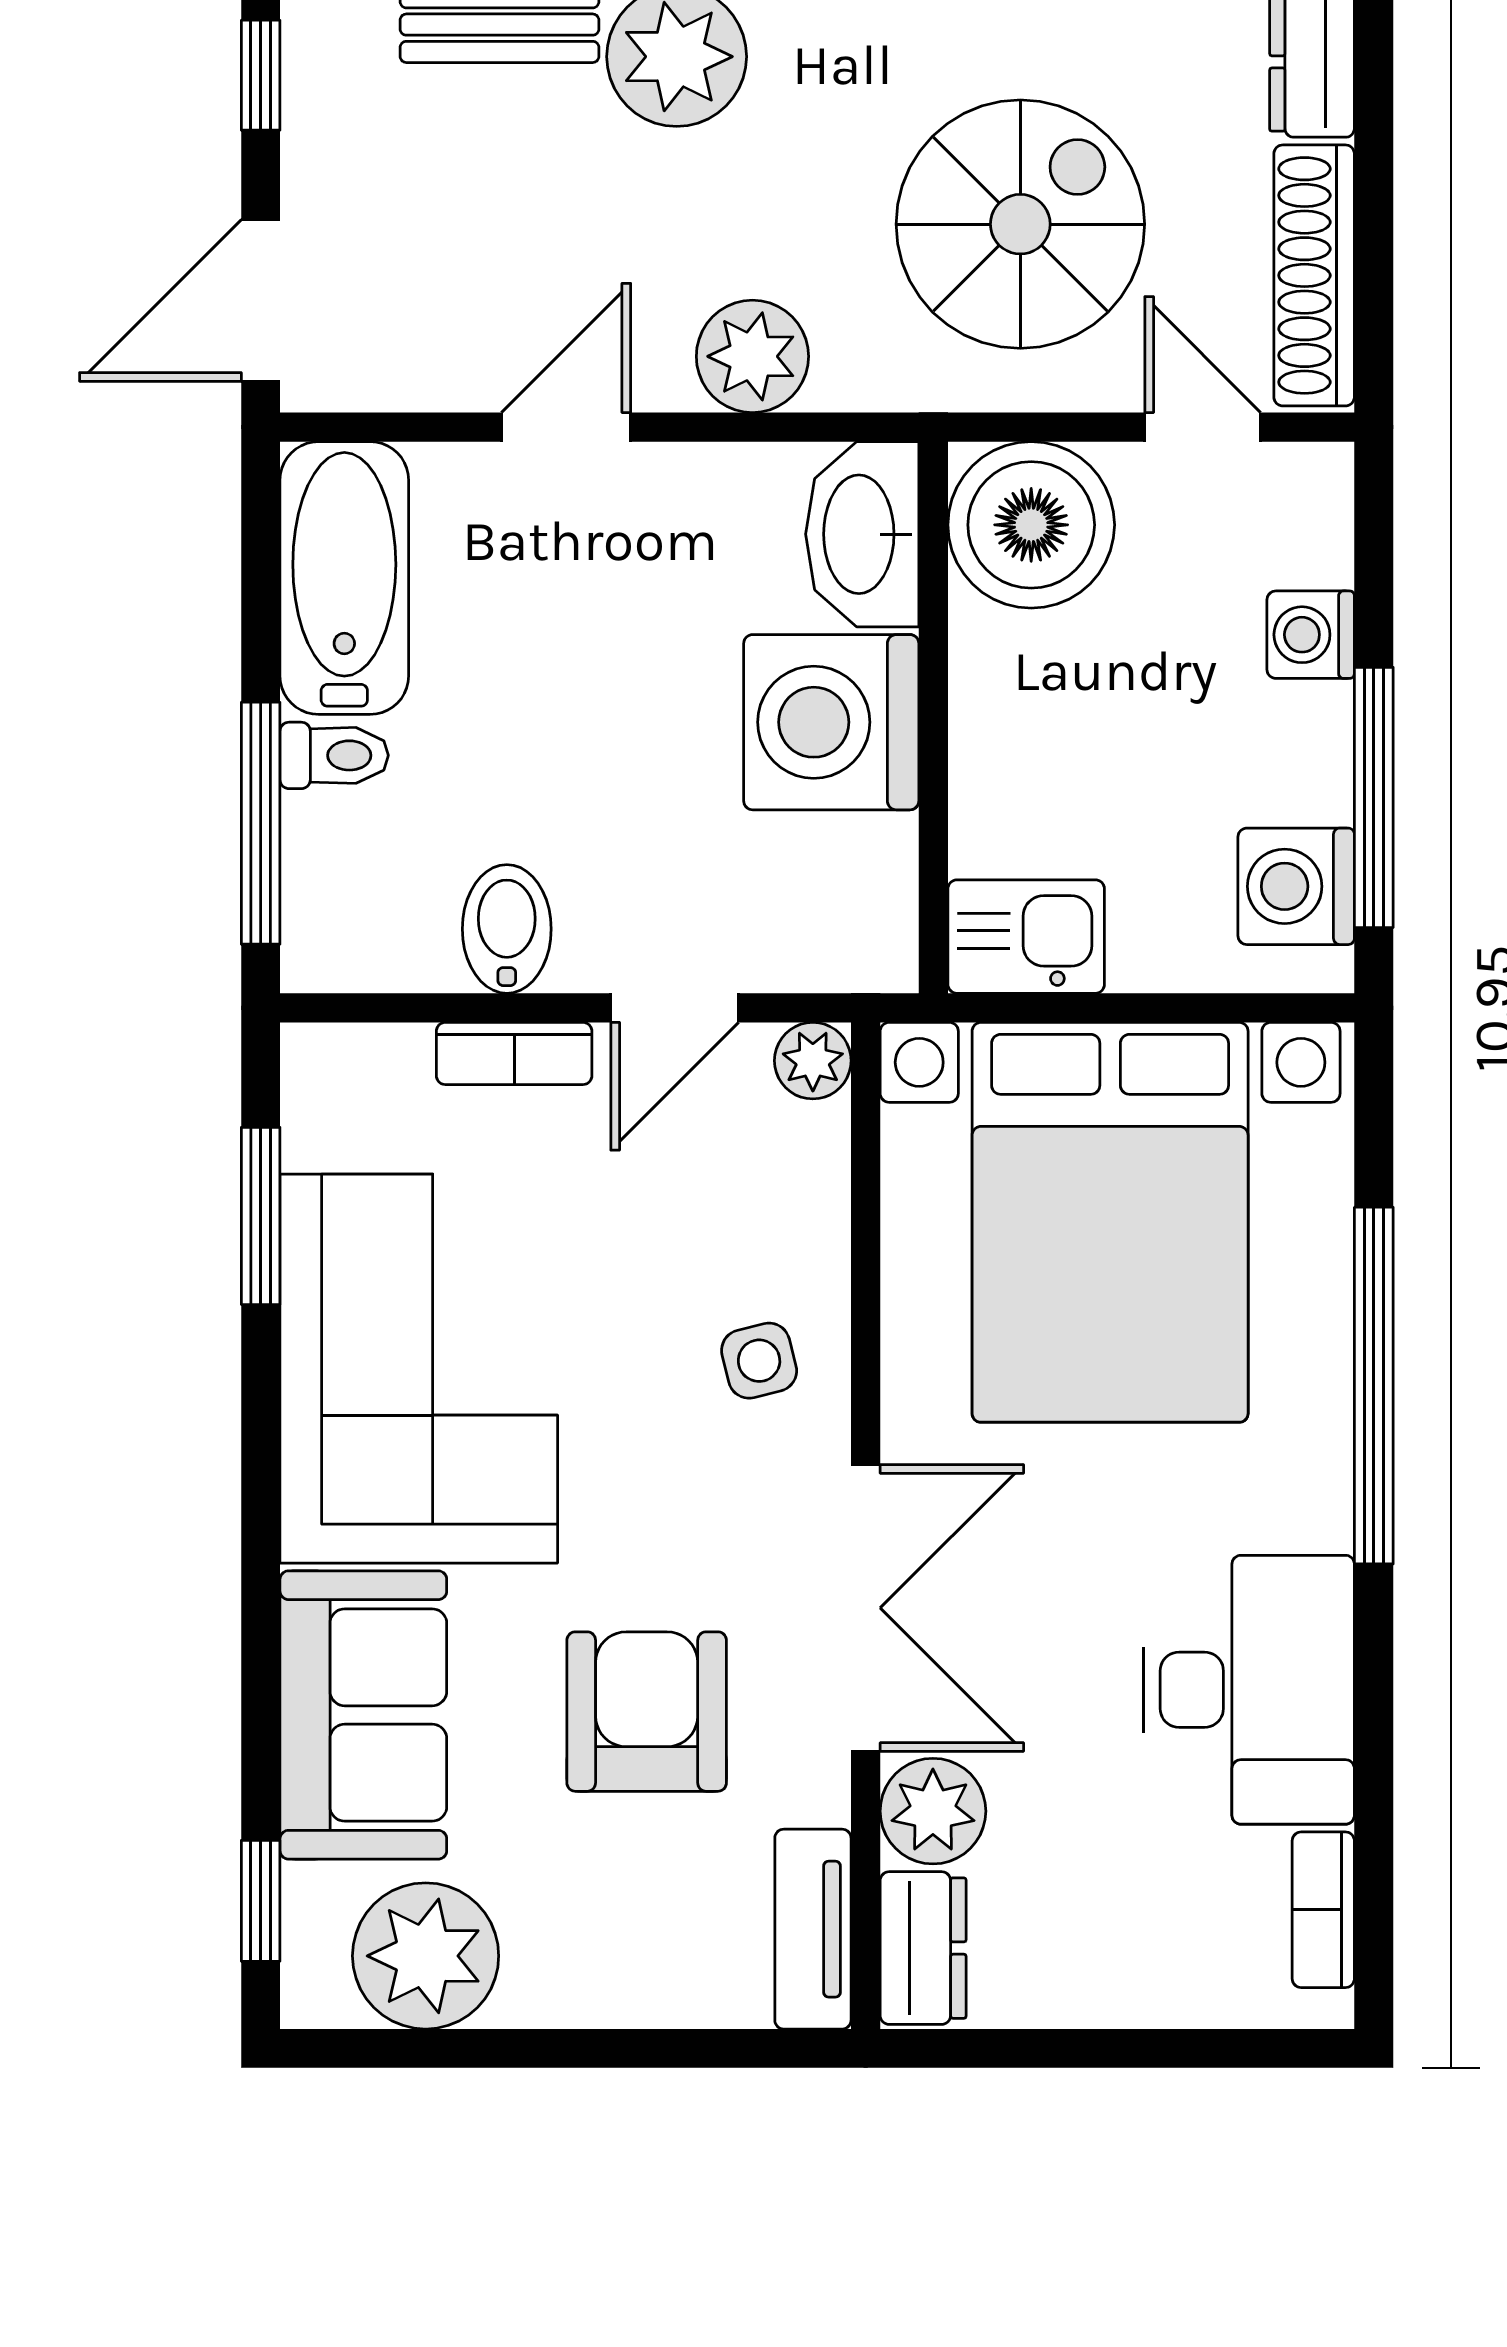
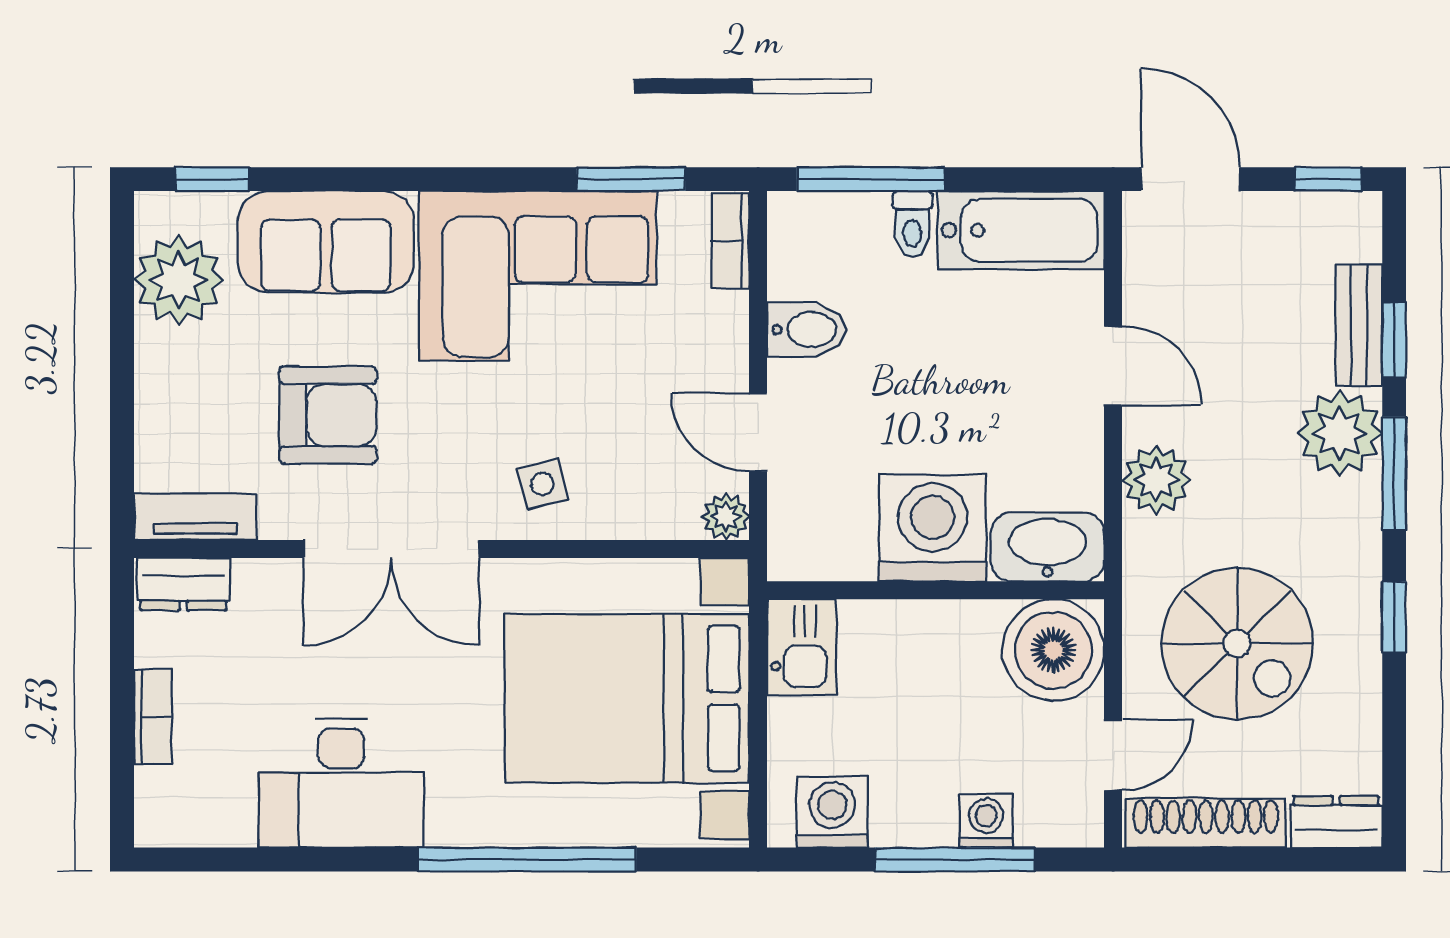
window: (1374, 797) -> (955, 860), moved
bookcase: (514, 1053) -> (730, 241), moved
plant: (933, 1811) -> (267, 590), removed
bookcase: (1323, 1910) -> (153, 717), moved, turned 90

